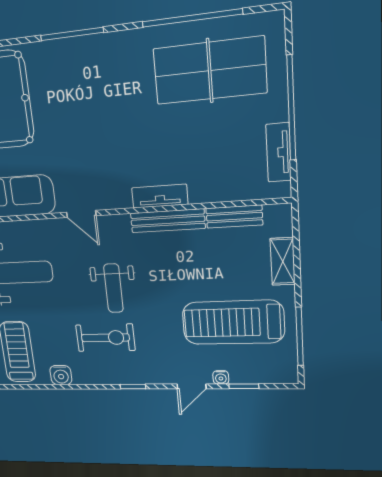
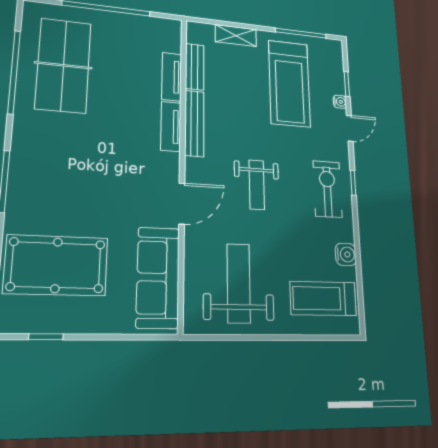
tv unit: (279, 152) -> (172, 77), moved, turned 90
door: (81, 214) -> (182, 204), width x1.38
weight bench: (113, 288) -> (257, 185), turned 90
exercise bike: (105, 338) -> (327, 189), moved
door: (192, 386) -> (350, 128), hinge flipped

